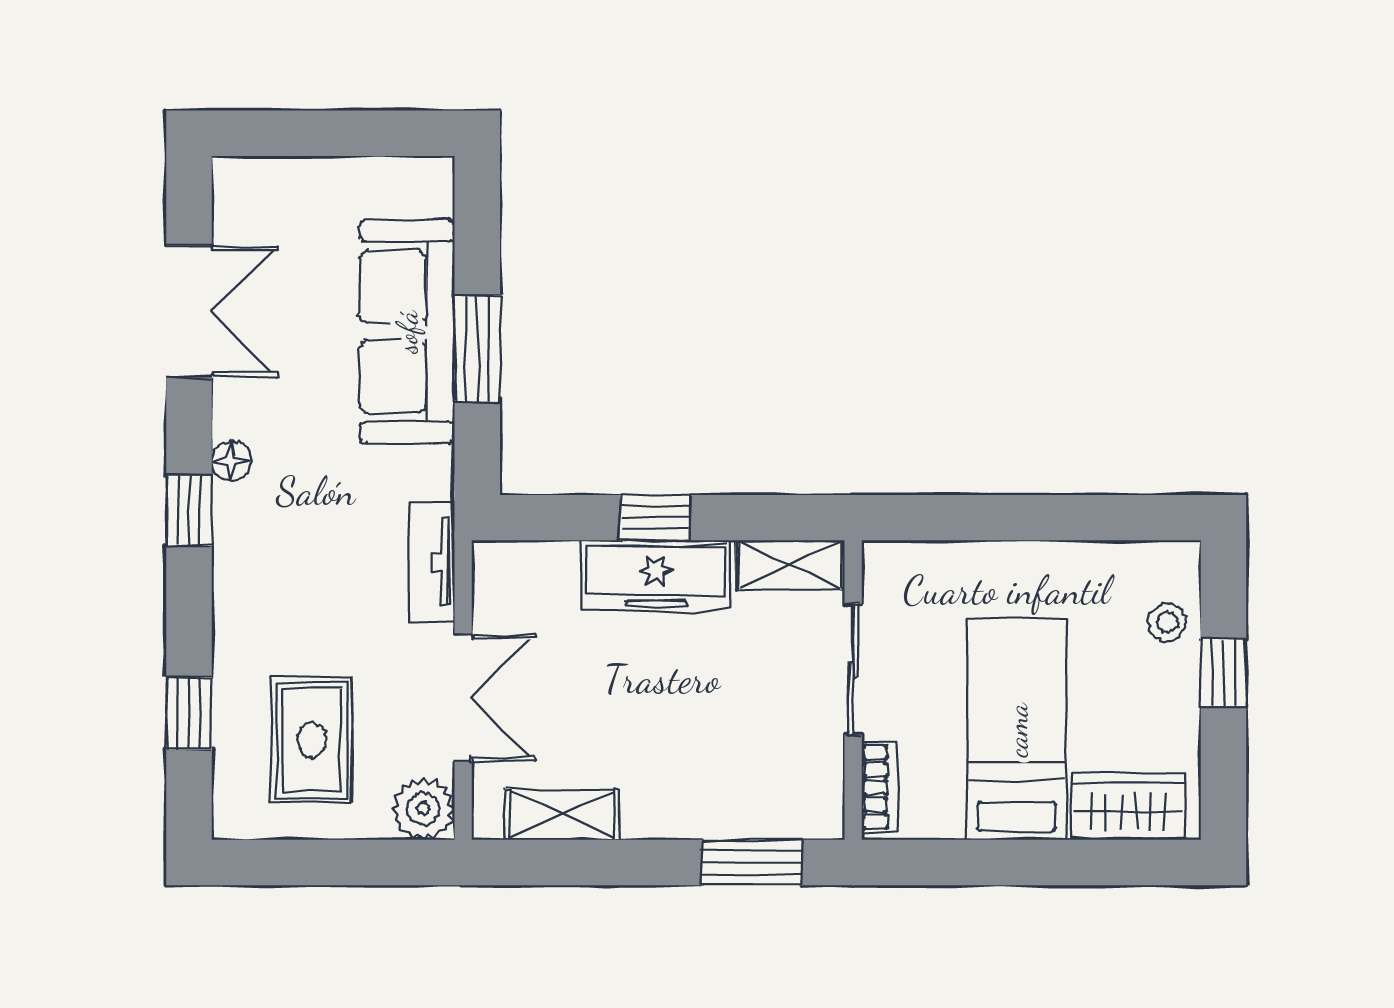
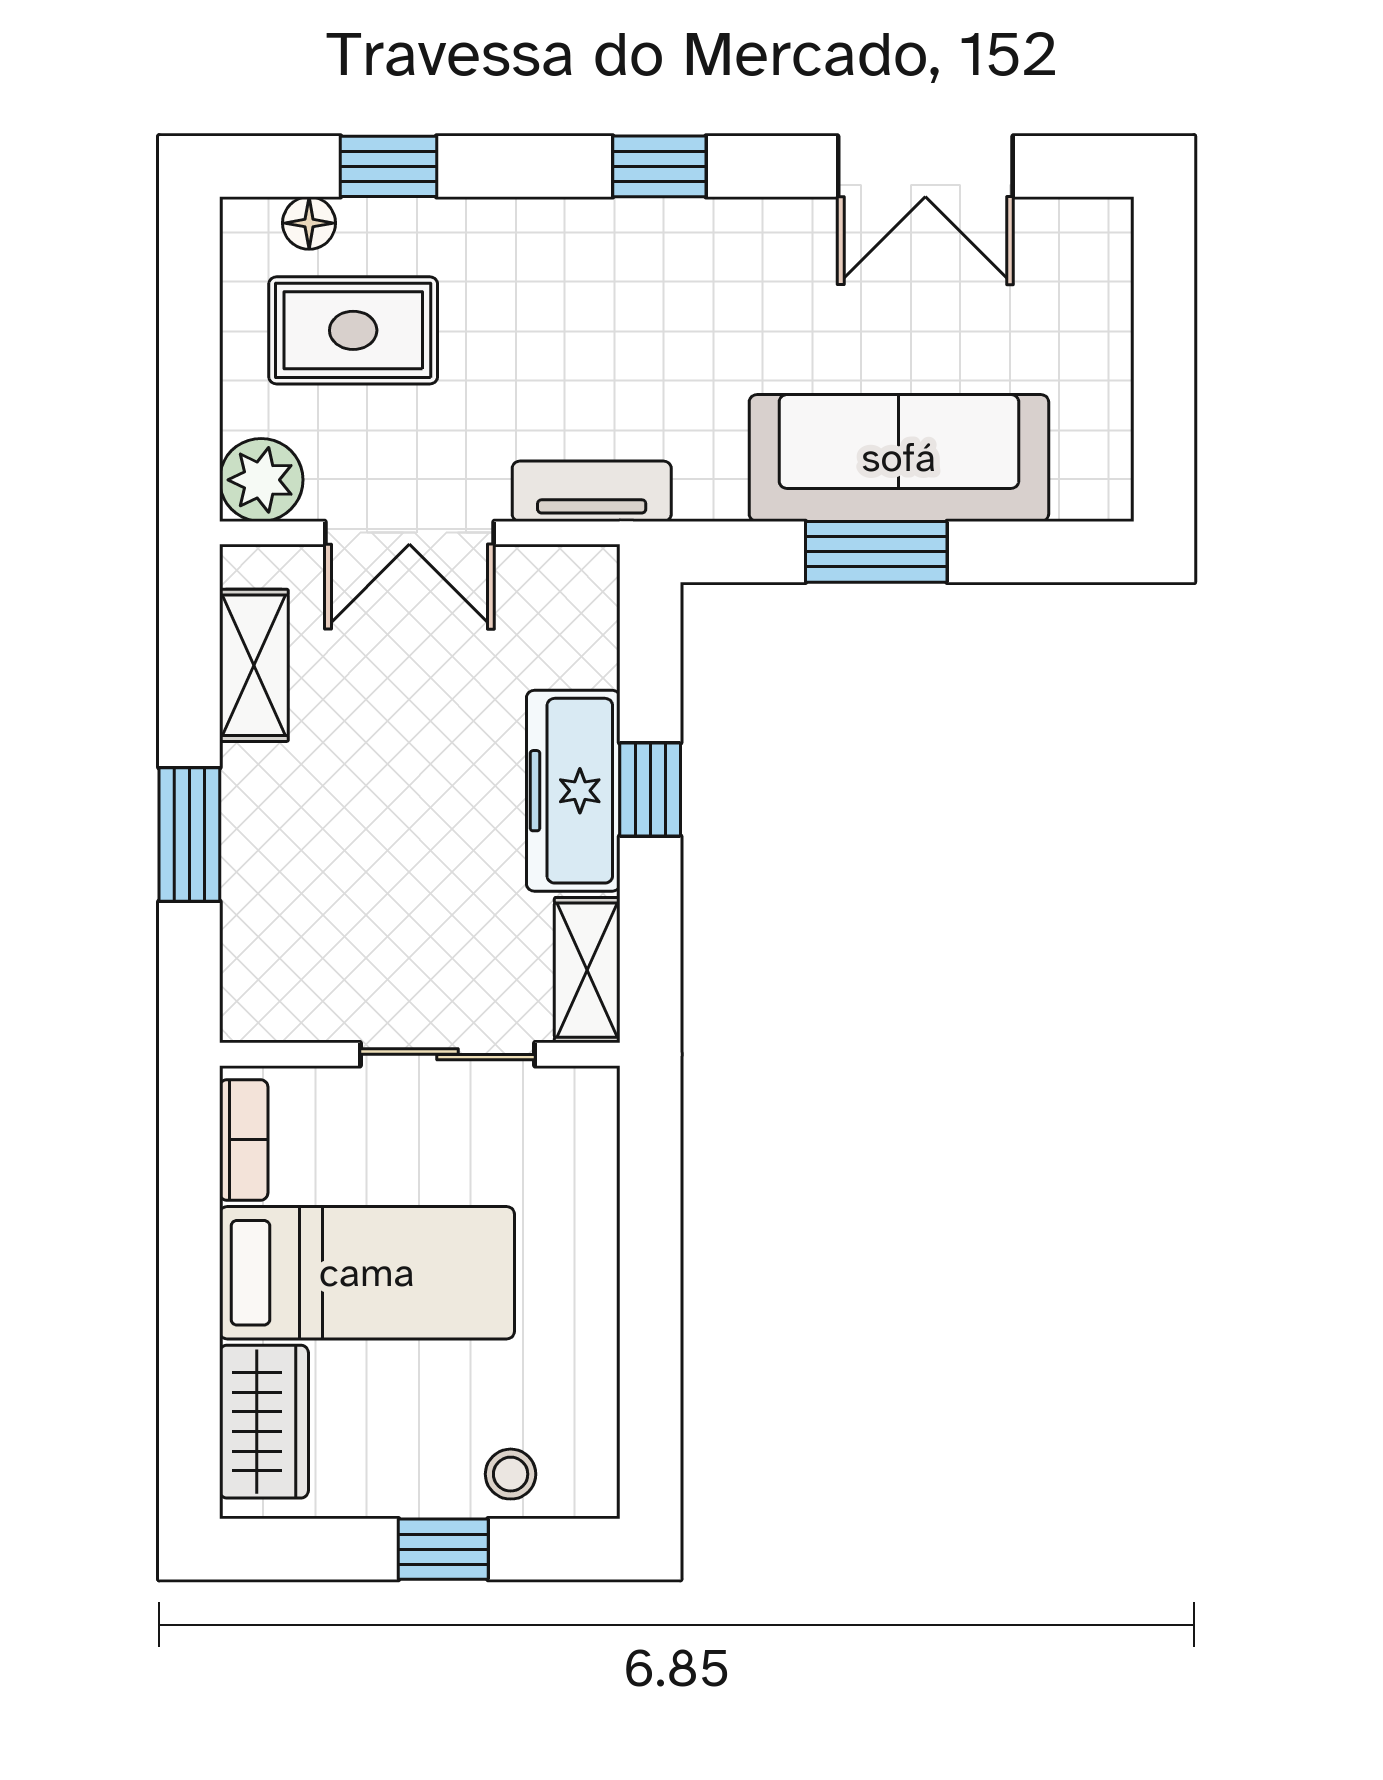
floor lamp: (231, 461) -> (309, 223), moved
bookcase: (880, 787) -> (244, 1140), moved, turned -90
window: (752, 862) -> (189, 834), moved

